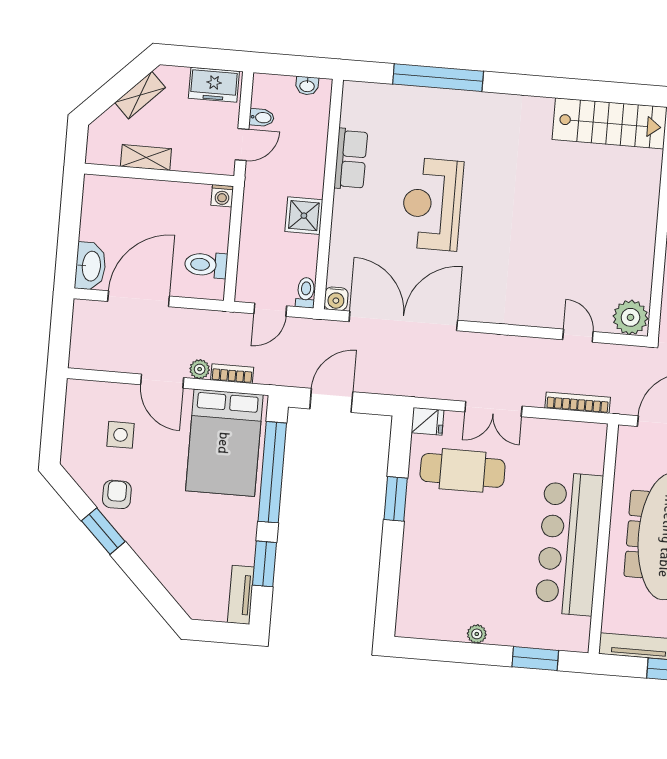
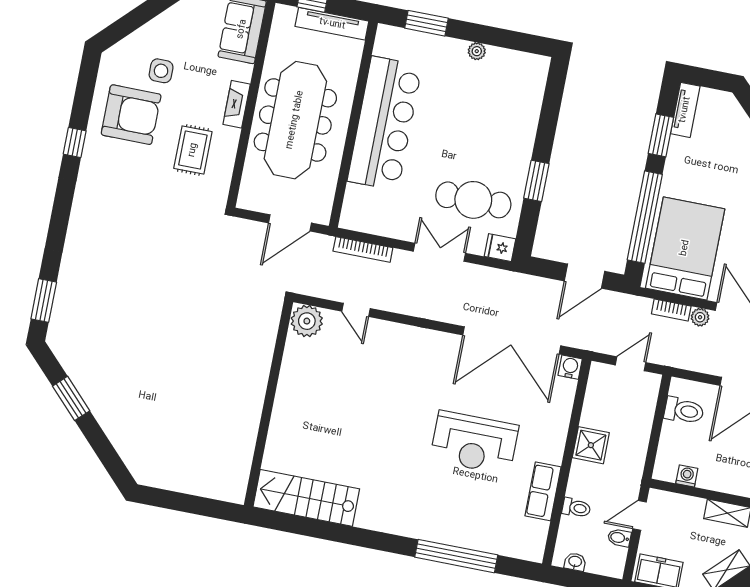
washing machine: (222, 196) -> (687, 476), moved
reception desk: (432, 204) -> (474, 443), turned 90
toilet: (306, 293) -> (576, 508), moved, turned -90

